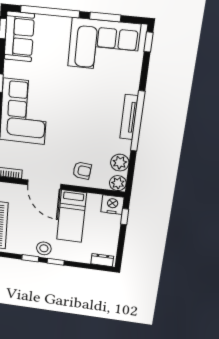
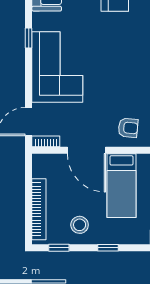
stool: (44, 248) -> (80, 225), moved
window: (30, 258) -> (59, 248), moved

